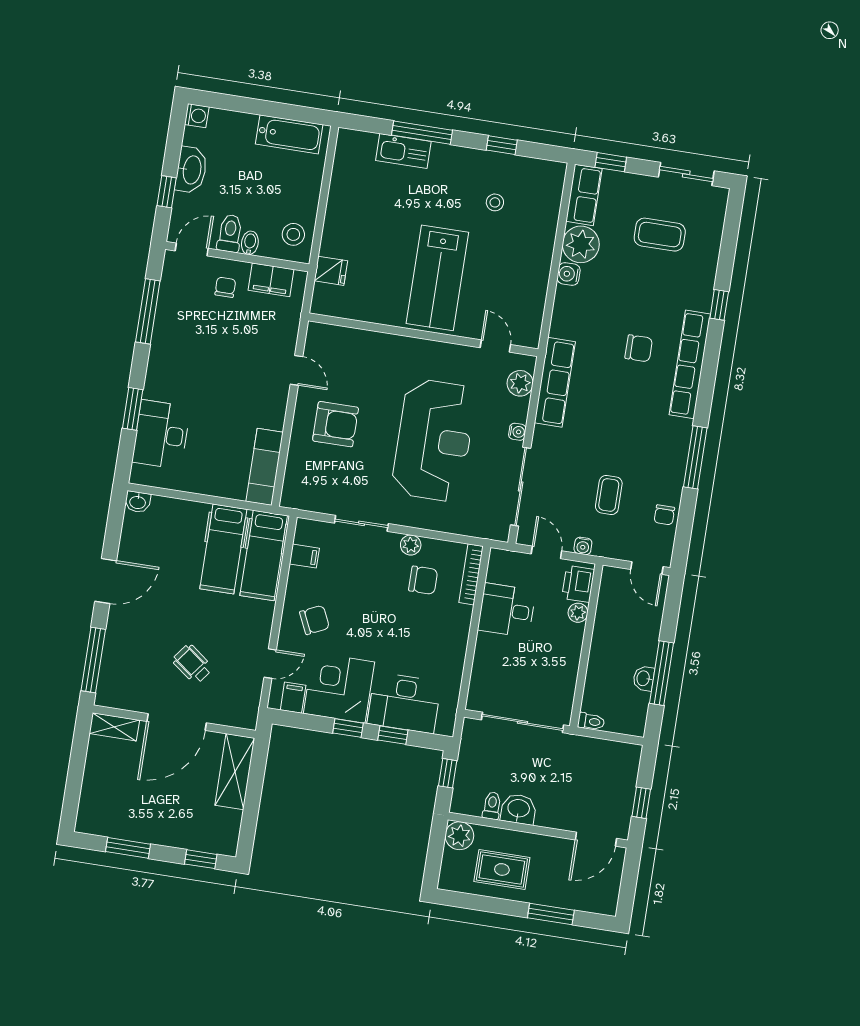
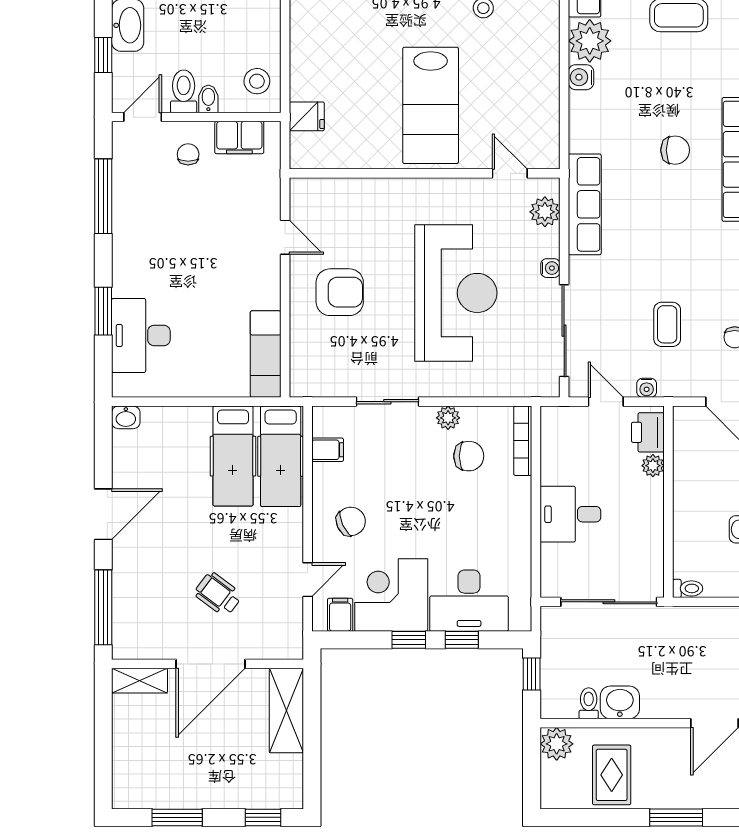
desk: (507, 610) -> (570, 514), moved
rug: (502, 869) -> (612, 775), turned 90

